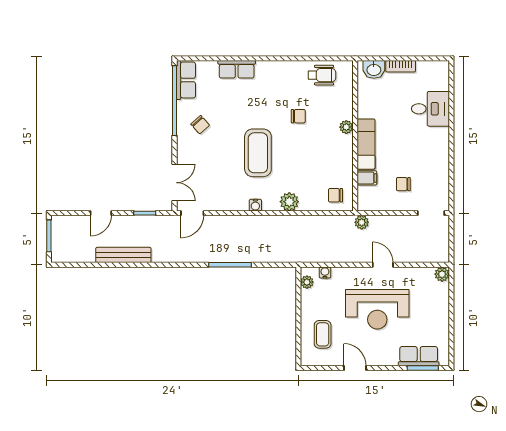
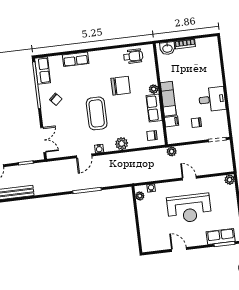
desk: (430, 109) -> (212, 99), moved
chair: (298, 116) -> (121, 86), width x1.87, depth x1.87
row of seats: (344, 155) -> (154, 108), added
door: (192, 213) -> (84, 156), moved
coffee table: (323, 334) -> (155, 230), removed

